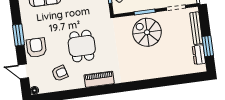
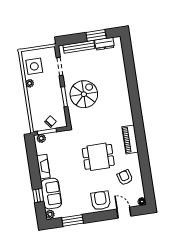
spiral stairs: (147, 32) -> (84, 94), turned 180
window: (19, 35) -> (73, 220), moved
armchair: (36, 48) -> (101, 201), turned 90
door: (23, 71) -> (124, 213), swing flipped

